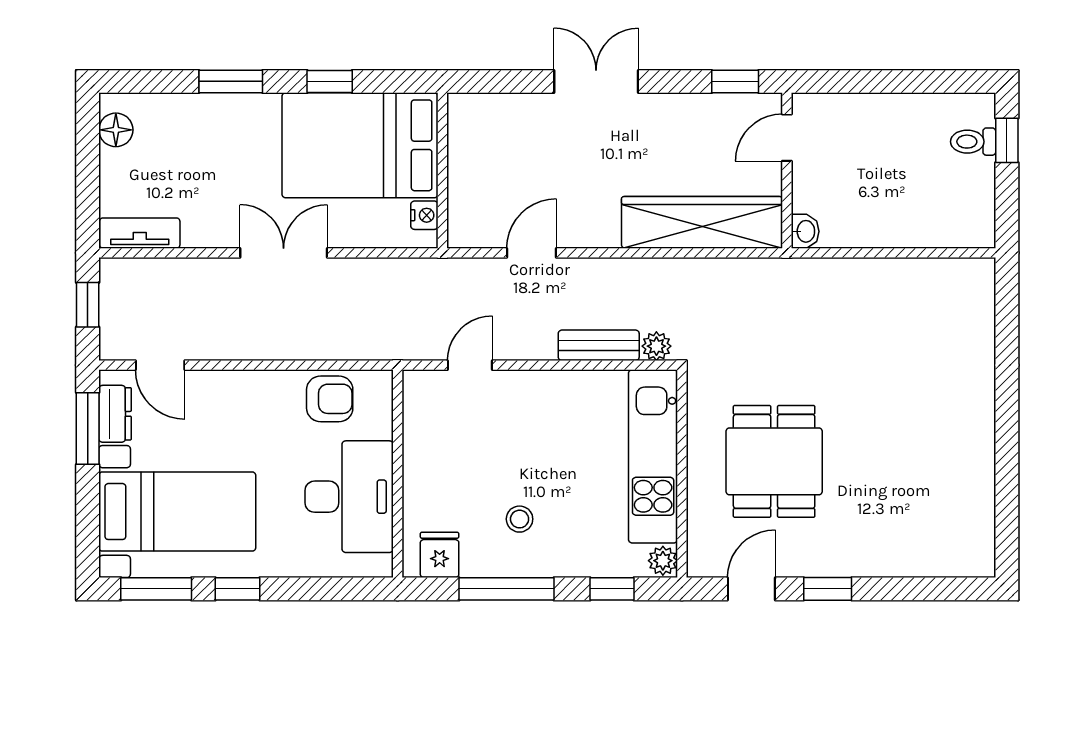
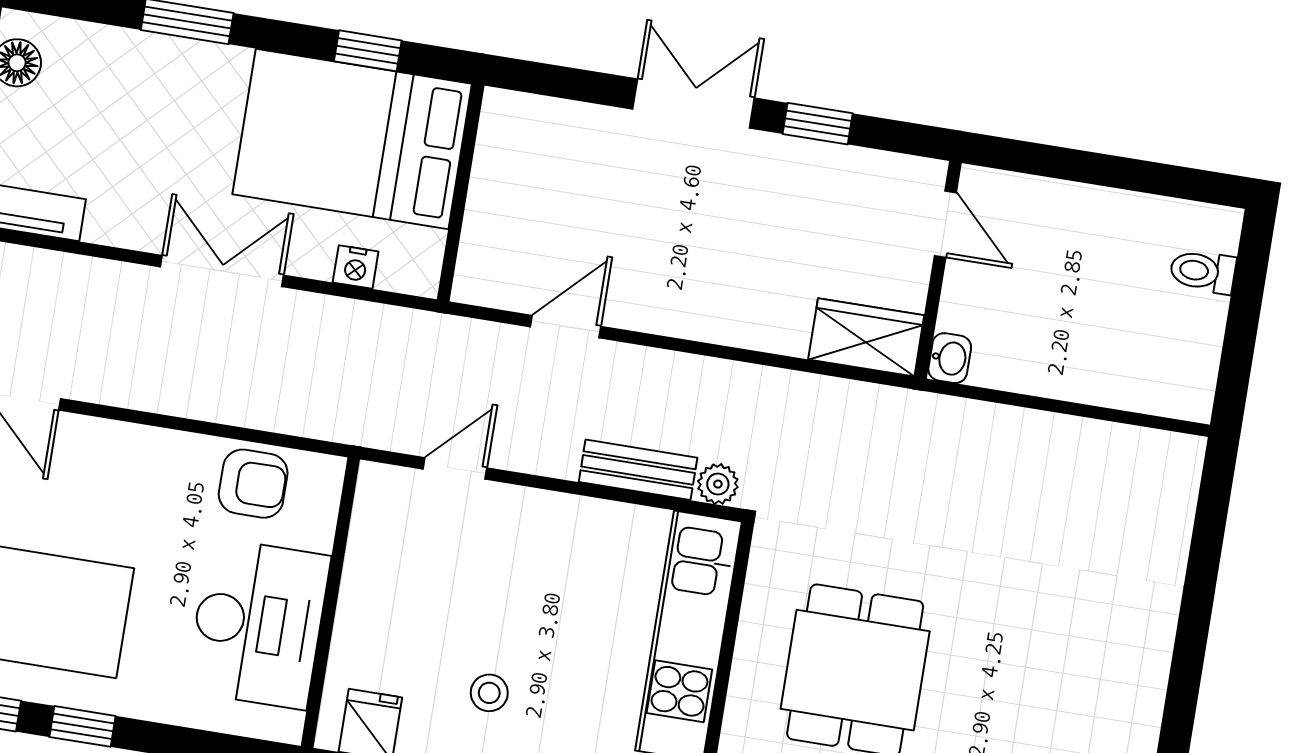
window: (330, 81) -> (368, 51), moved
window: (735, 81) -> (818, 124), moved
door: (787, 138) -> (945, 224), swing flipped
window: (1007, 140) -> (1250, 277), removed
nightstand: (424, 215) -> (356, 267), moved, turned 90
wardrobe: (702, 222) -> (866, 337), width x0.48, depth x0.85

